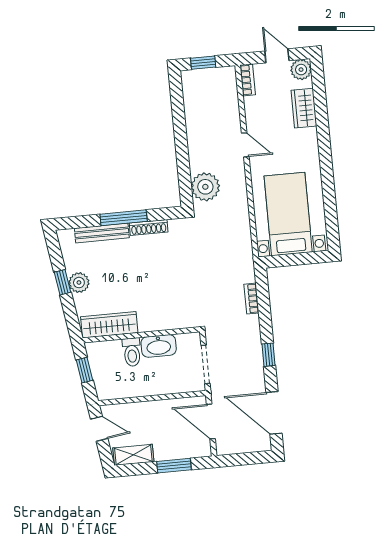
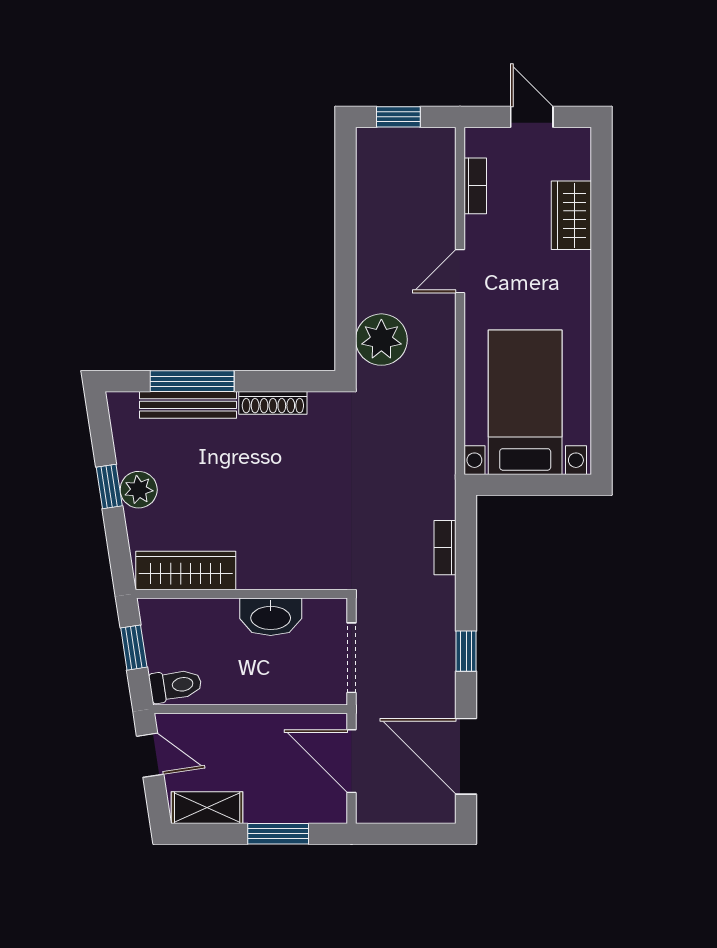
plant: (301, 70) -> (573, 146), removed
bookcase: (248, 80) -> (475, 186), moved
door: (245, 145) -> (460, 271), swing flipped
window: (124, 218) -> (192, 381), moved
toilet: (132, 352) -> (176, 685), moved, turned -99

